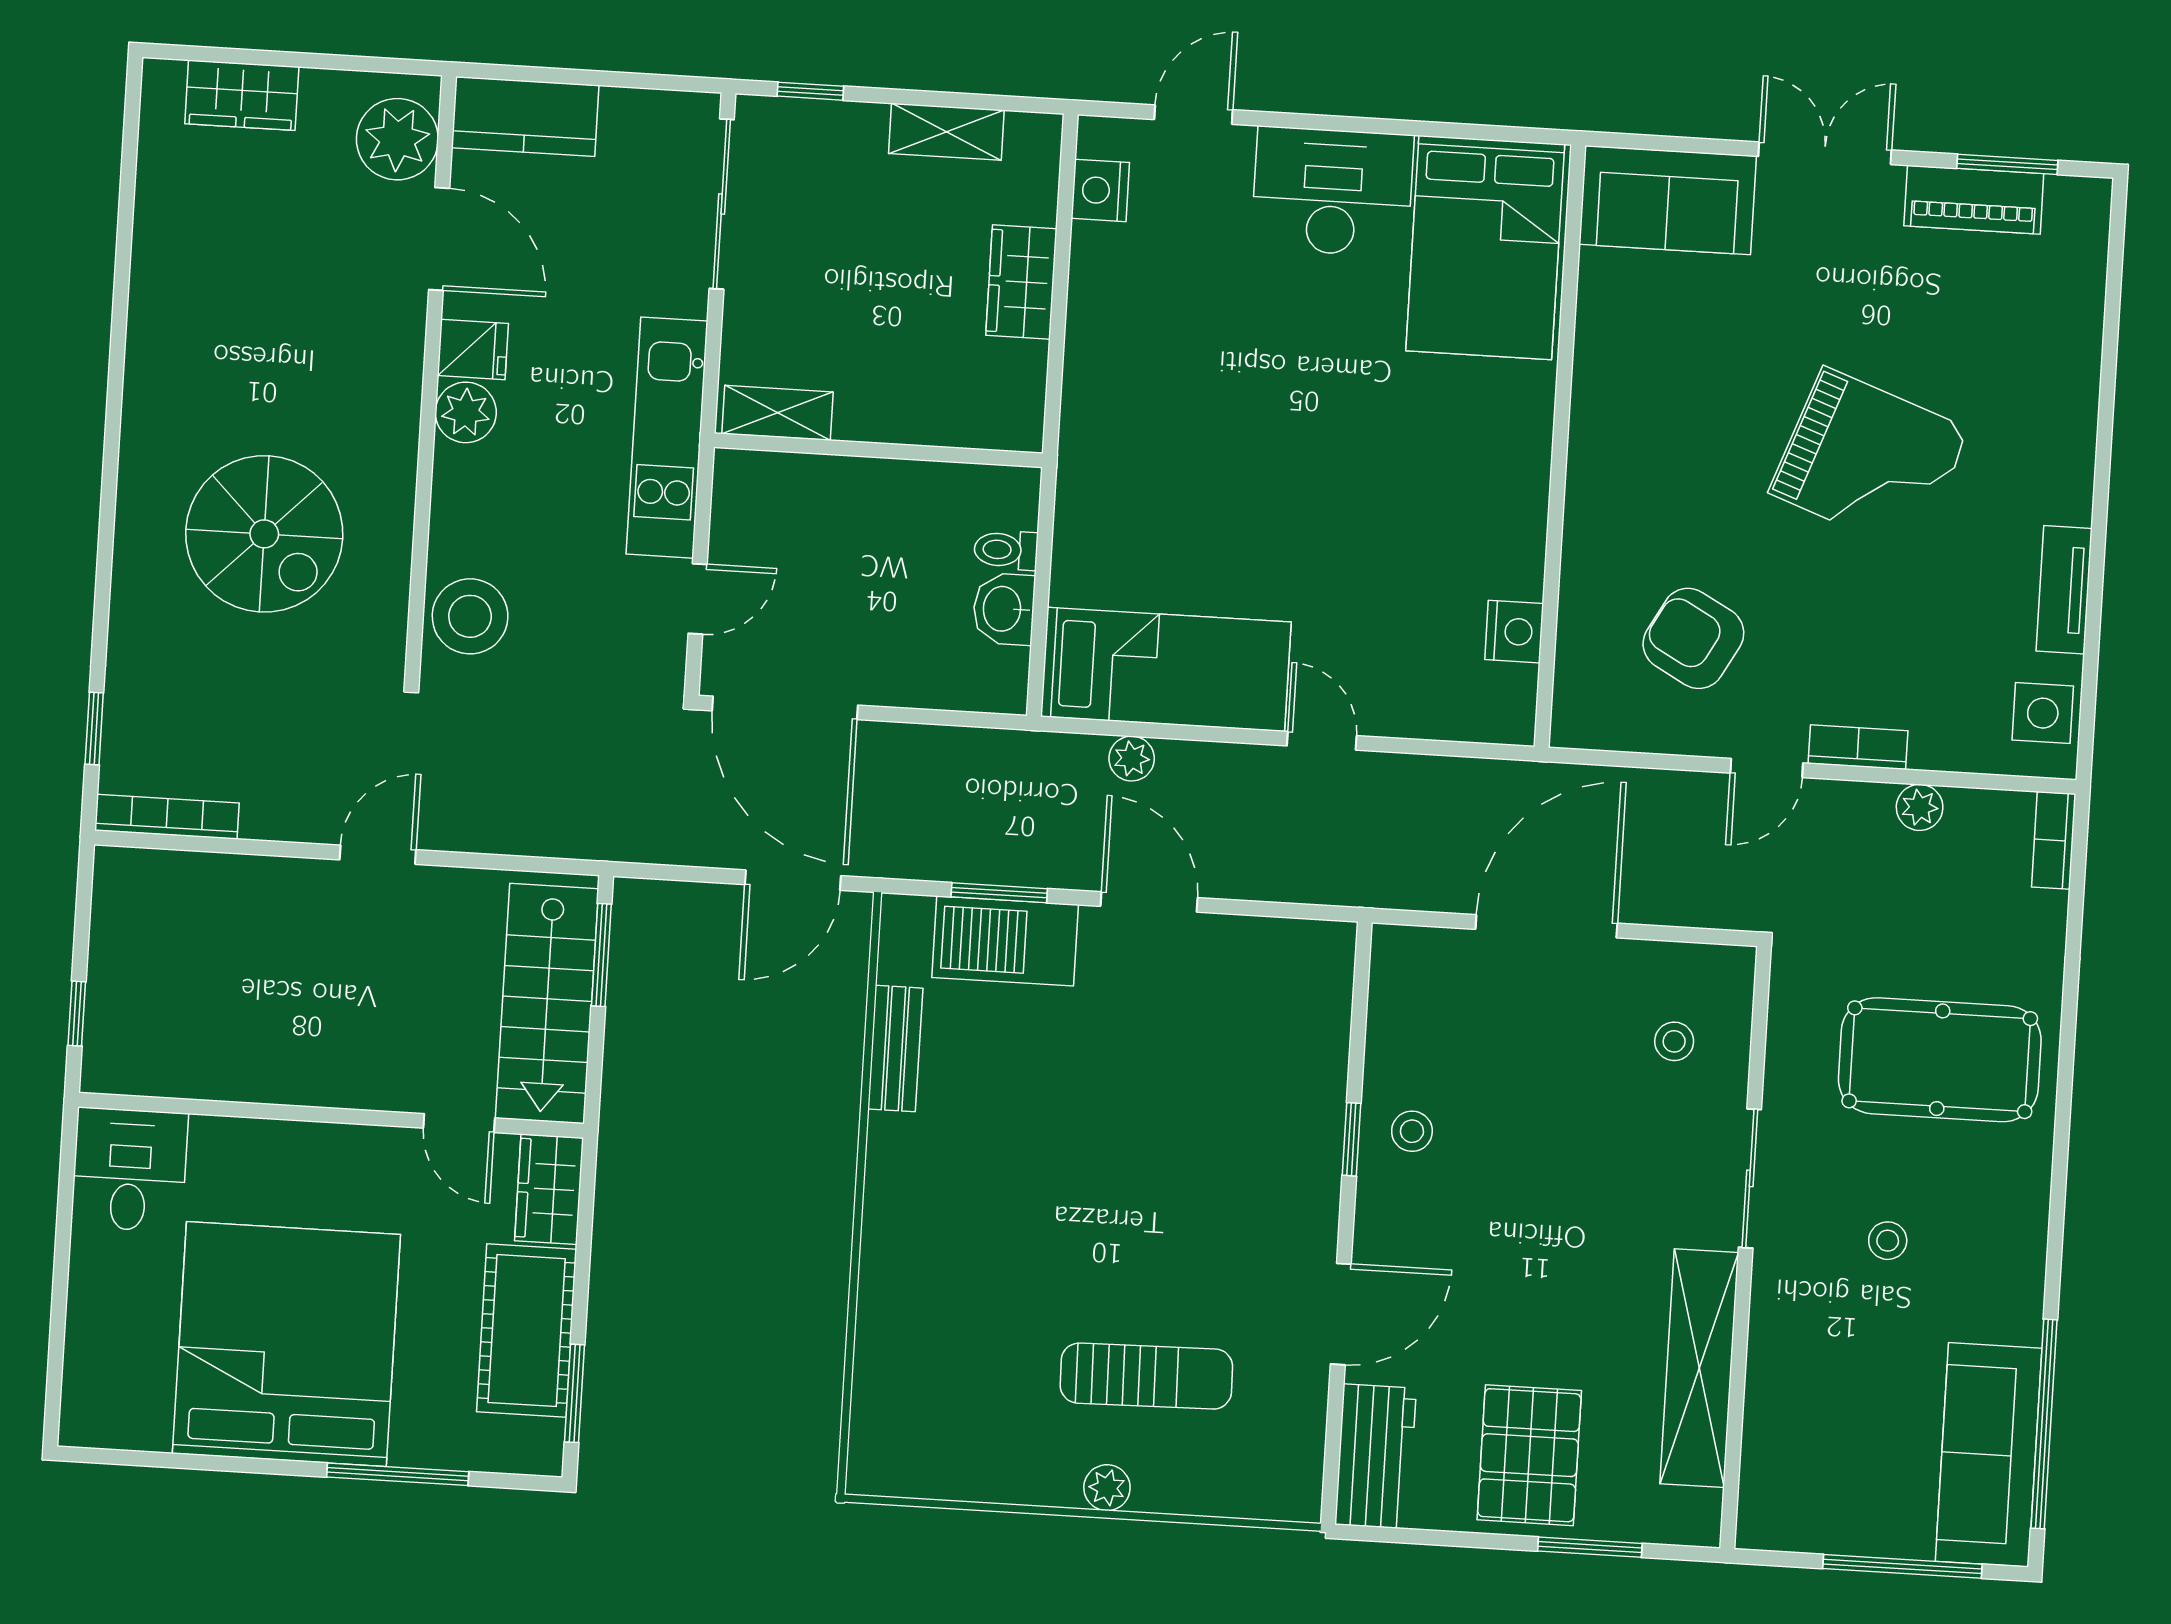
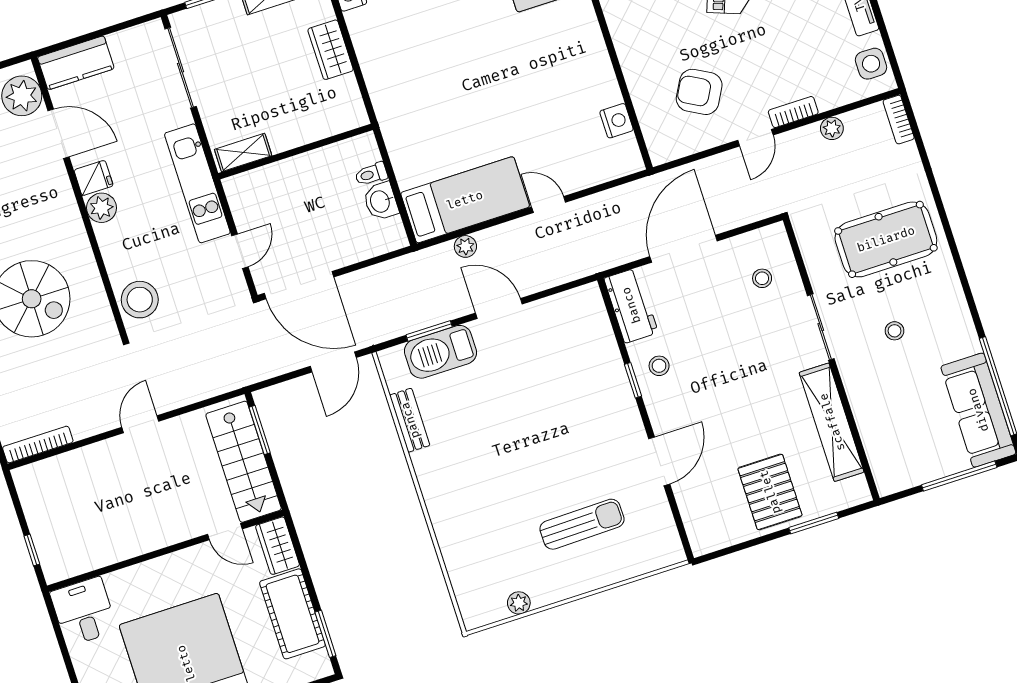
workbench: (1376, 1456) -> (631, 305), moved
plant: (1107, 1488) -> (519, 603), moved

